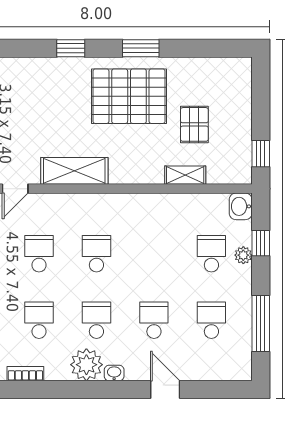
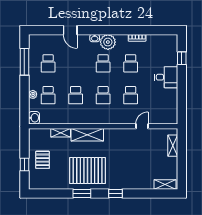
pallet: (194, 124) -> (43, 160), moved
window: (261, 154) -> (24, 164), moved
shelving: (74, 171) -> (87, 135), moved
window: (261, 243) -> (24, 100), removed
school desk: (154, 320) -> (76, 95), moved

